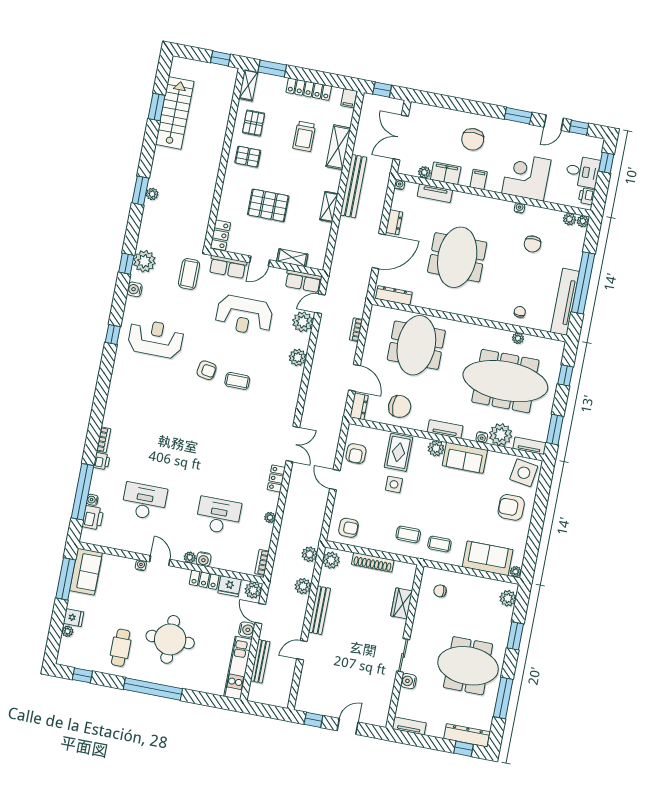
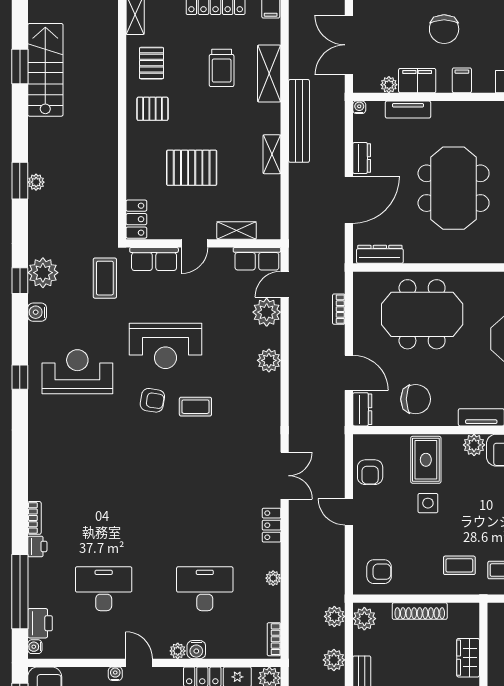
reception desk: (244, 315) -> (165, 346), moved
meeting table: (416, 345) -> (422, 314), turned 90
water cooler: (92, 500) -> (35, 647), moved

